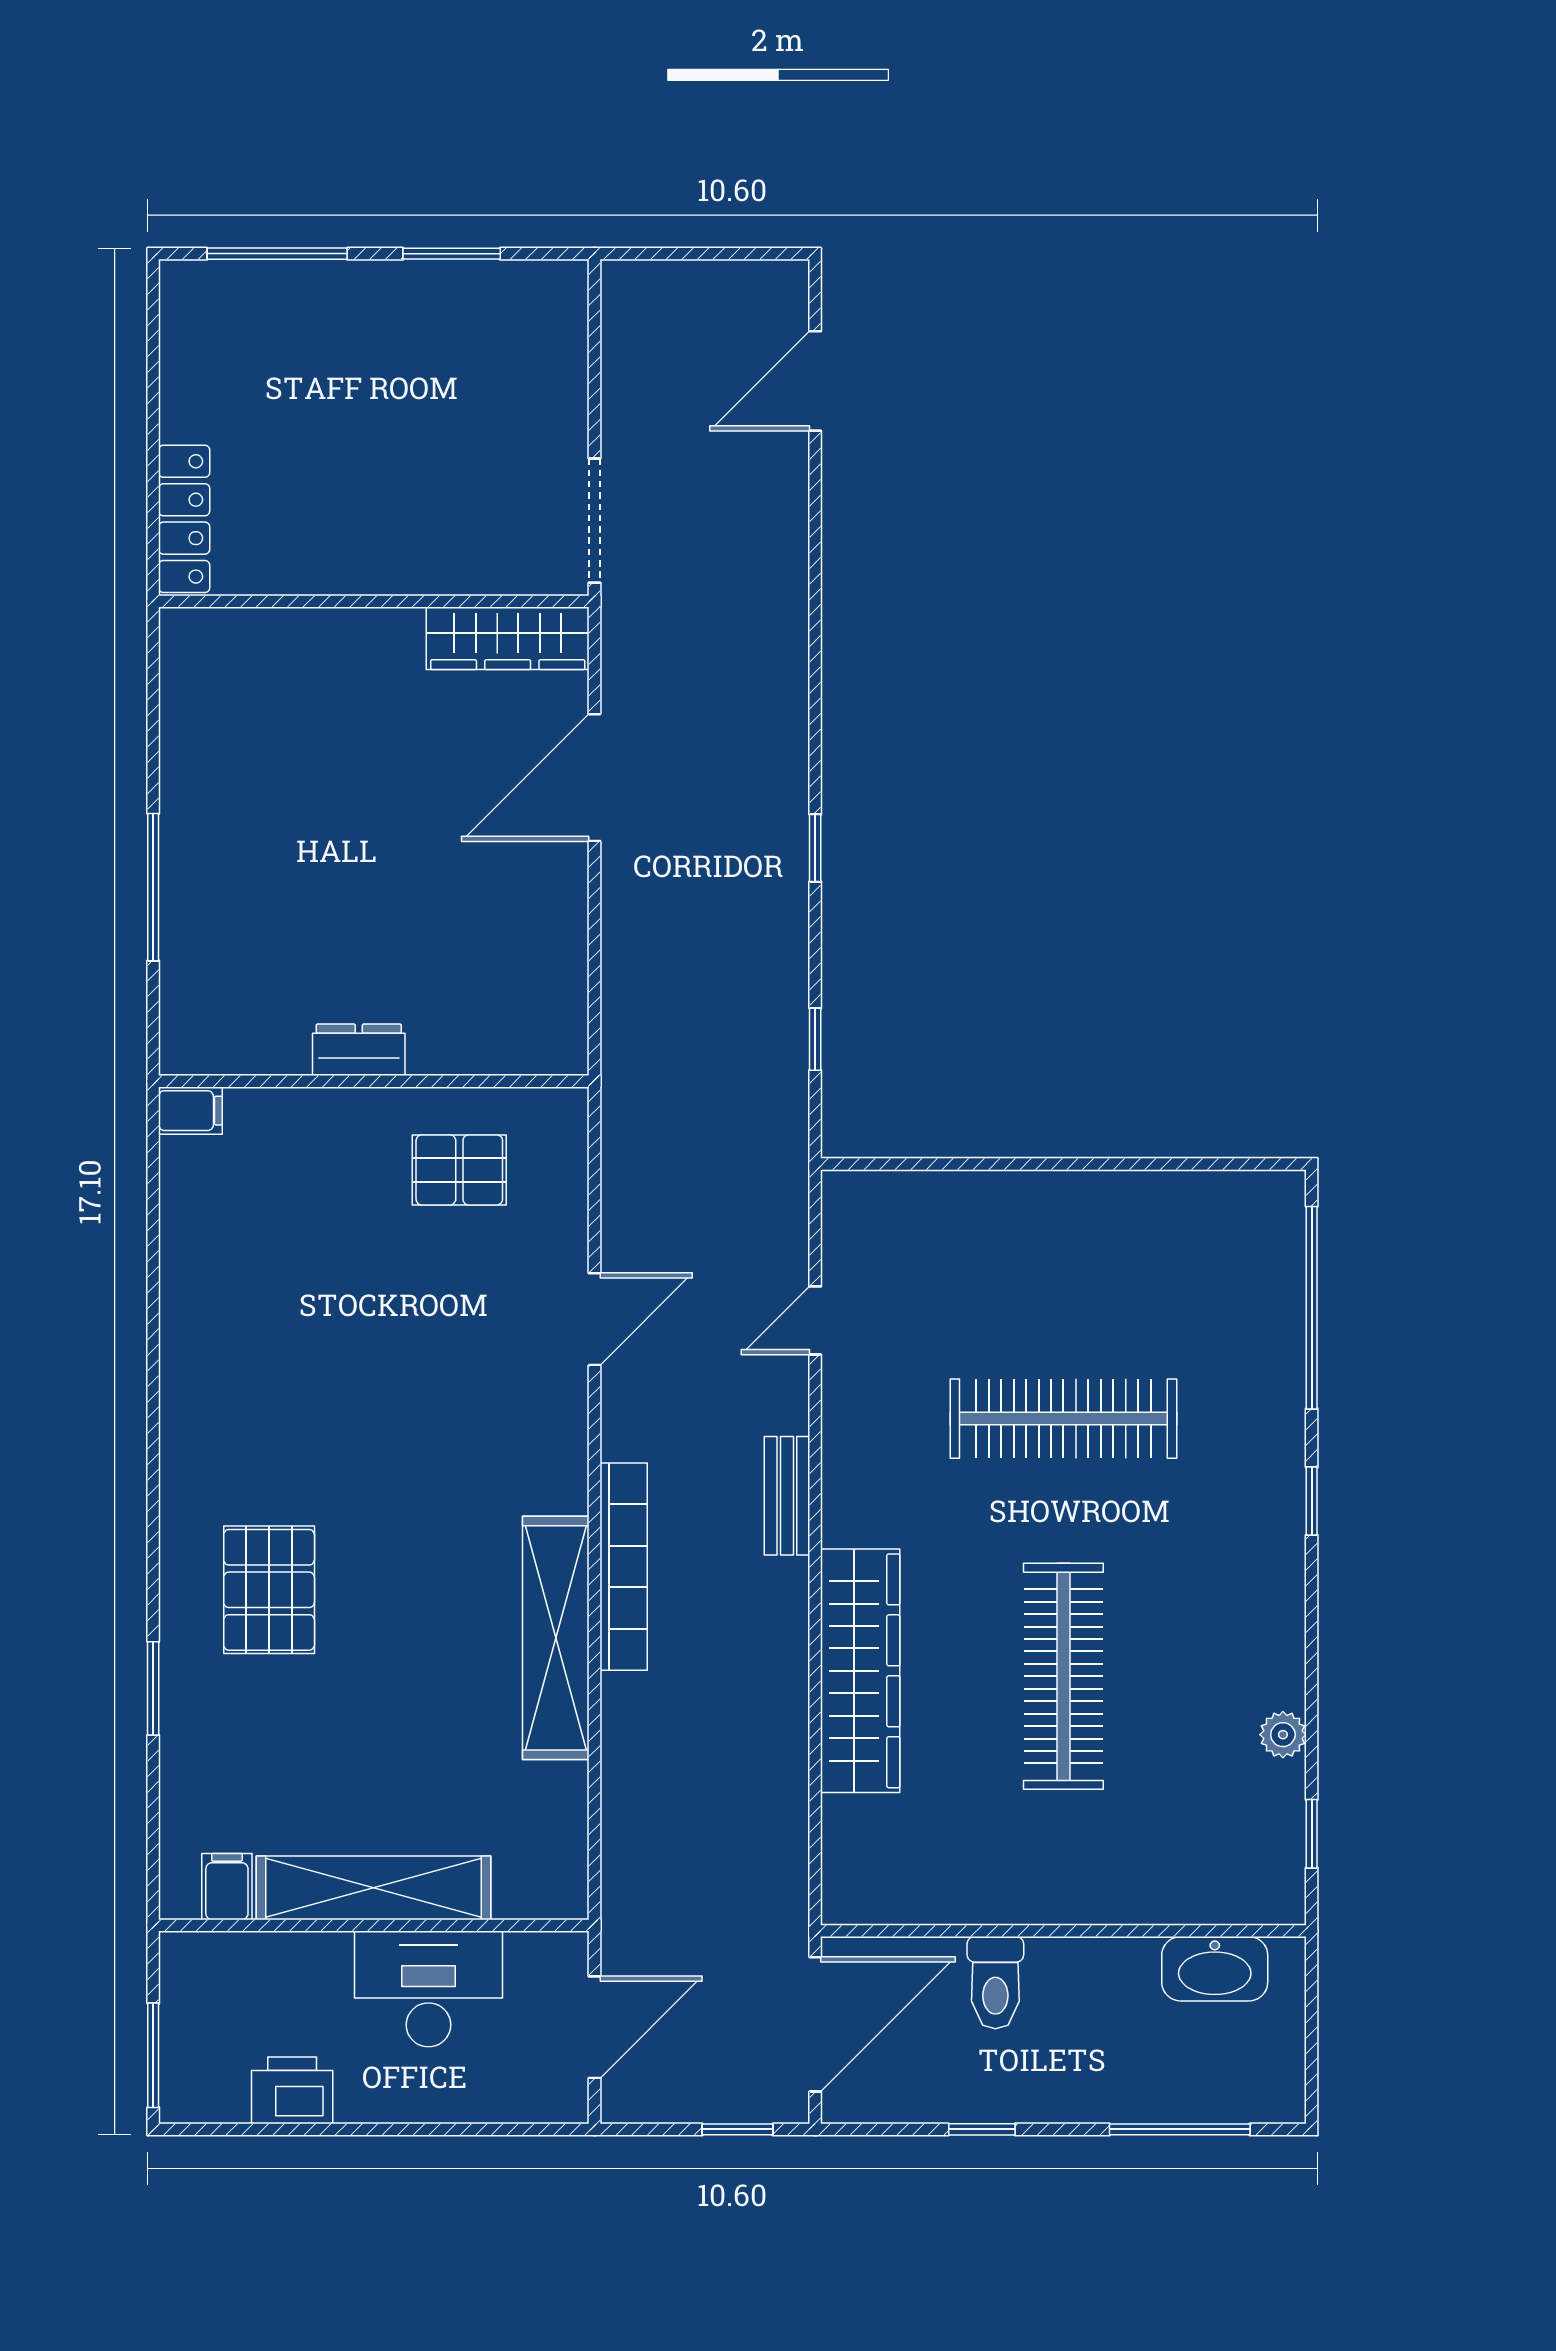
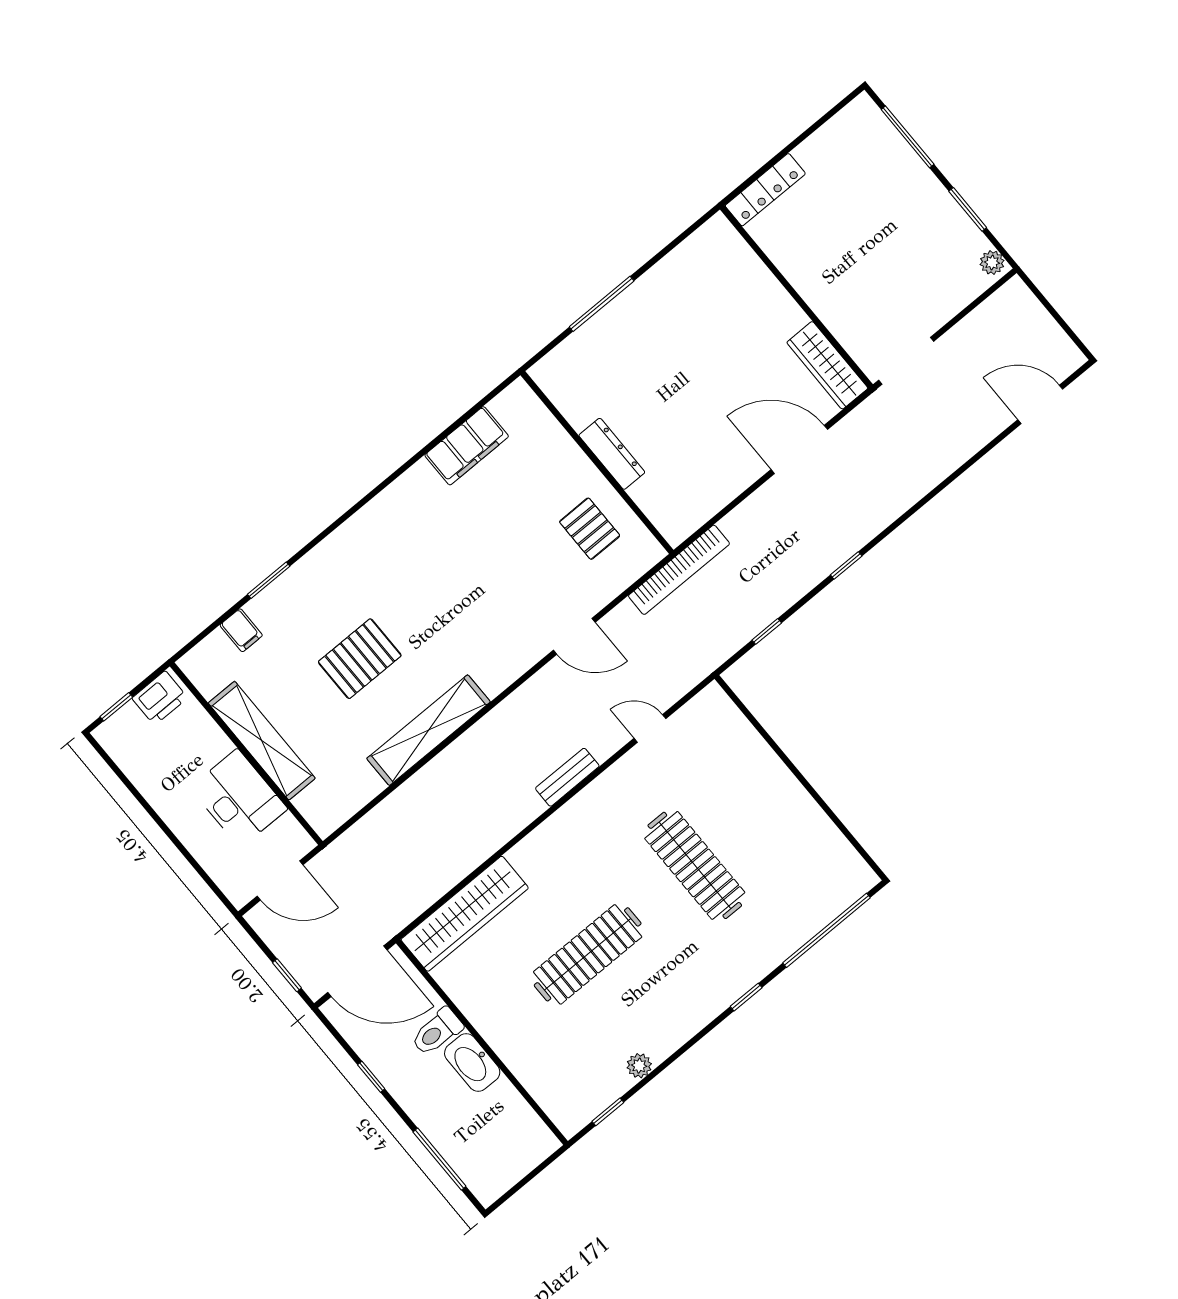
plant: (556, 282) -> (992, 263), added
dresser: (359, 1050) -> (612, 454), width x1.44
filing cabinet: (190, 1111) -> (467, 446), moved, width x3.00, depth x1.17
bookcase: (624, 1567) -> (679, 570), moved
pallet: (269, 1590) -> (360, 659), moved
wardrobe: (860, 1671) -> (465, 914), moved
filing cabinet: (227, 1887) -> (241, 630), moved, turned 90
washbasin: (1215, 1969) -> (472, 1063), moved
window: (153, 2055) -> (116, 707), width x0.67
printer: (292, 2090) -> (160, 698), moved, turned 90

